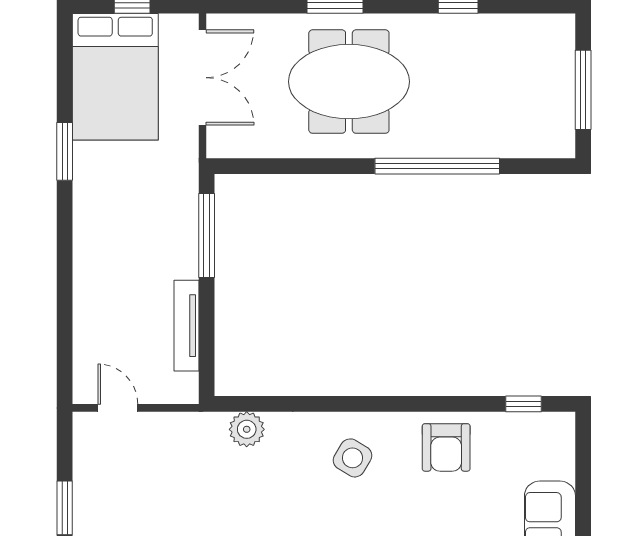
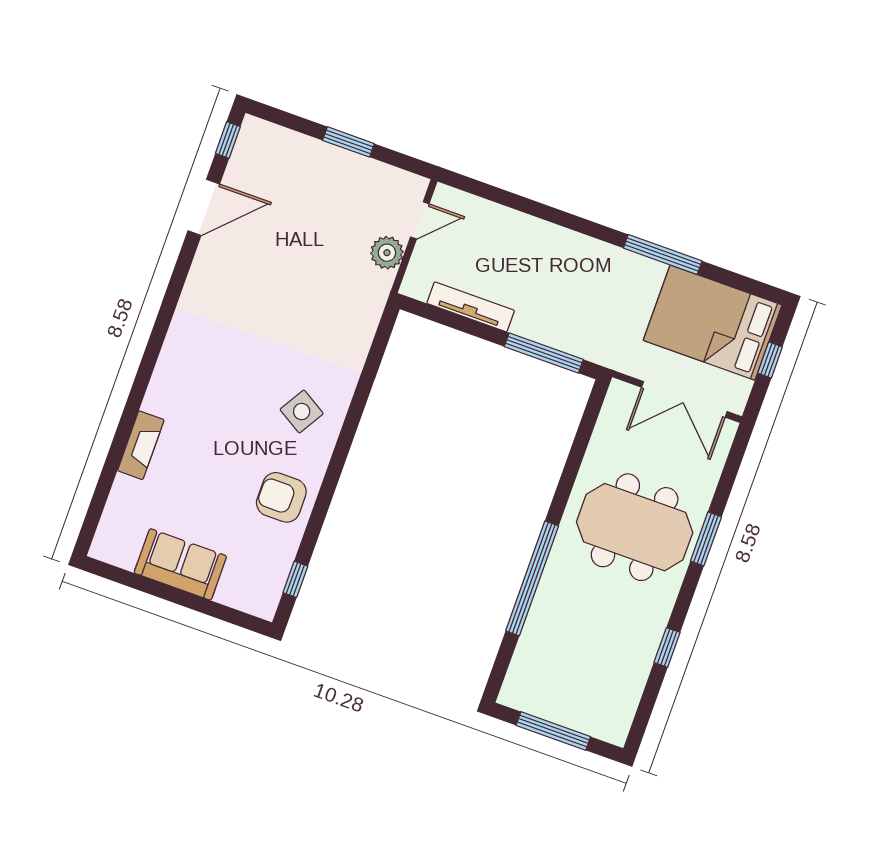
meeting table: (349, 82) -> (635, 527), turned 90
window: (65, 151) -> (663, 254), width x1.44
plant: (247, 429) -> (387, 253), moved

